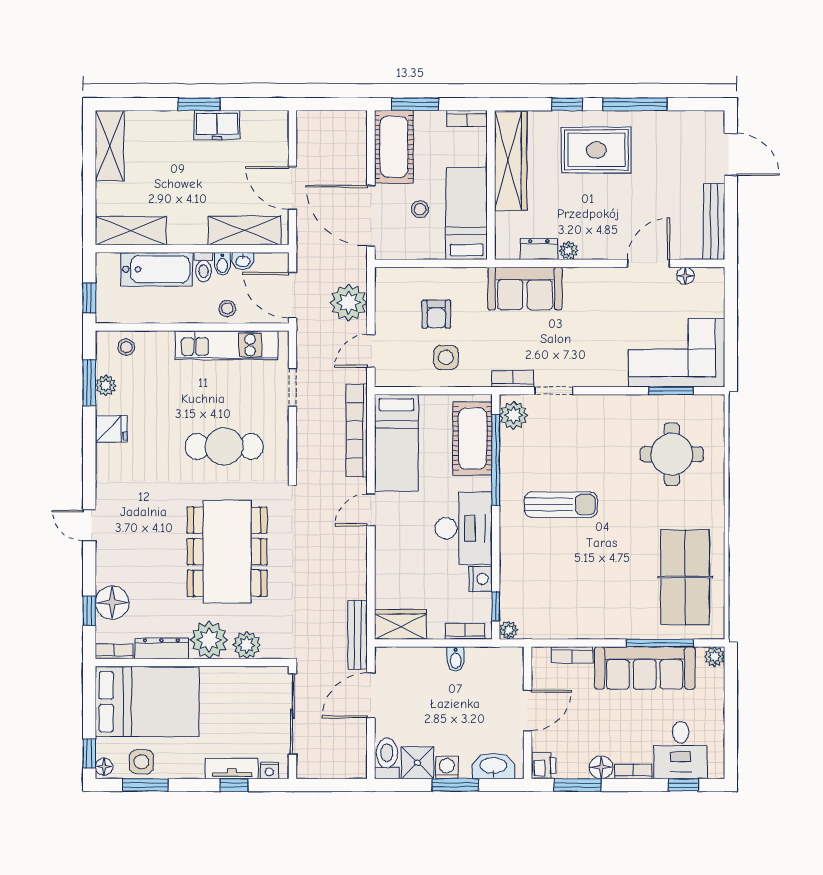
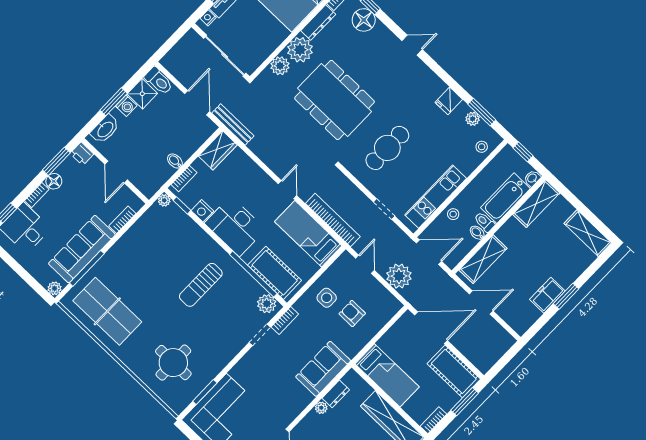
stool: (420, 209) -> (411, 355), removed
washbasin: (243, 261) -> (532, 178), moved

